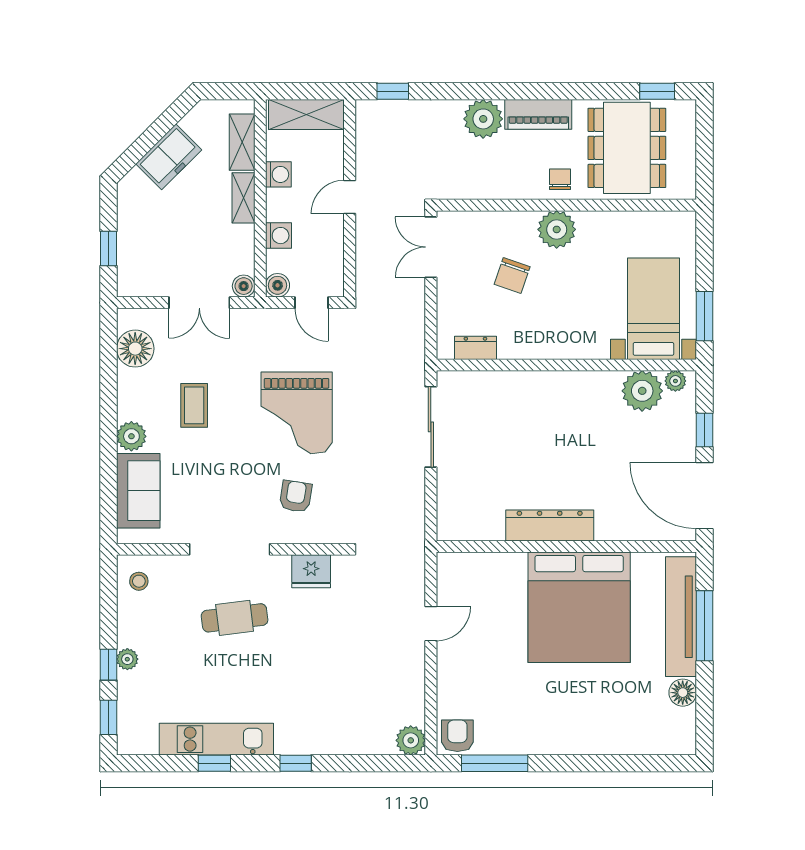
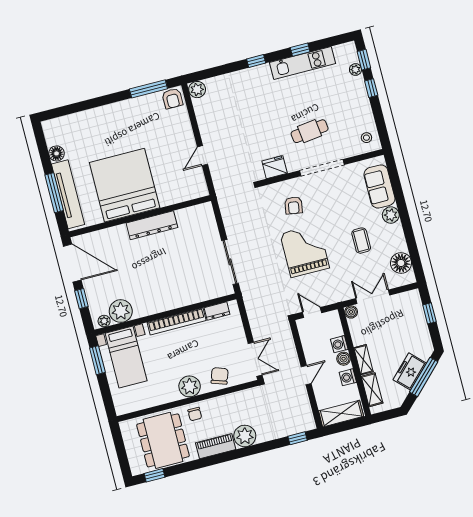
window: (147, 141) -> (424, 377), added
chair: (512, 275) -> (220, 376), moved
boiler: (278, 285) -> (344, 359), moved
bookcase: (550, 348) -> (177, 321), added
plant: (127, 659) -> (356, 70), moved

